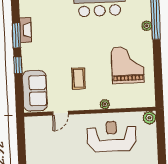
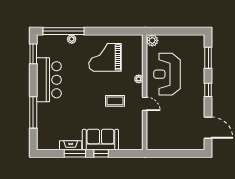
sofa: (35, 91) -> (100, 140), moved
door: (61, 113) -> (145, 104), moved

